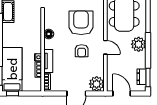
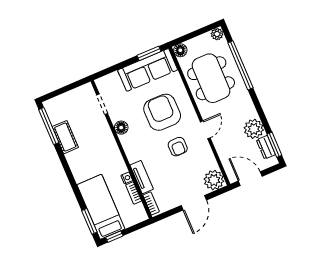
floor lamp: (49, 34) -> (121, 128), moved
plant: (139, 44) -> (254, 129), moved
door: (105, 47) -> (205, 130), hinge flipped

